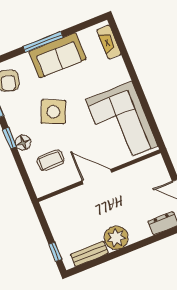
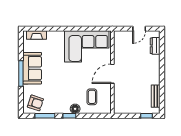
side table: (53, 112) -> (64, 84), removed
plant: (116, 238) -> (153, 77), removed

